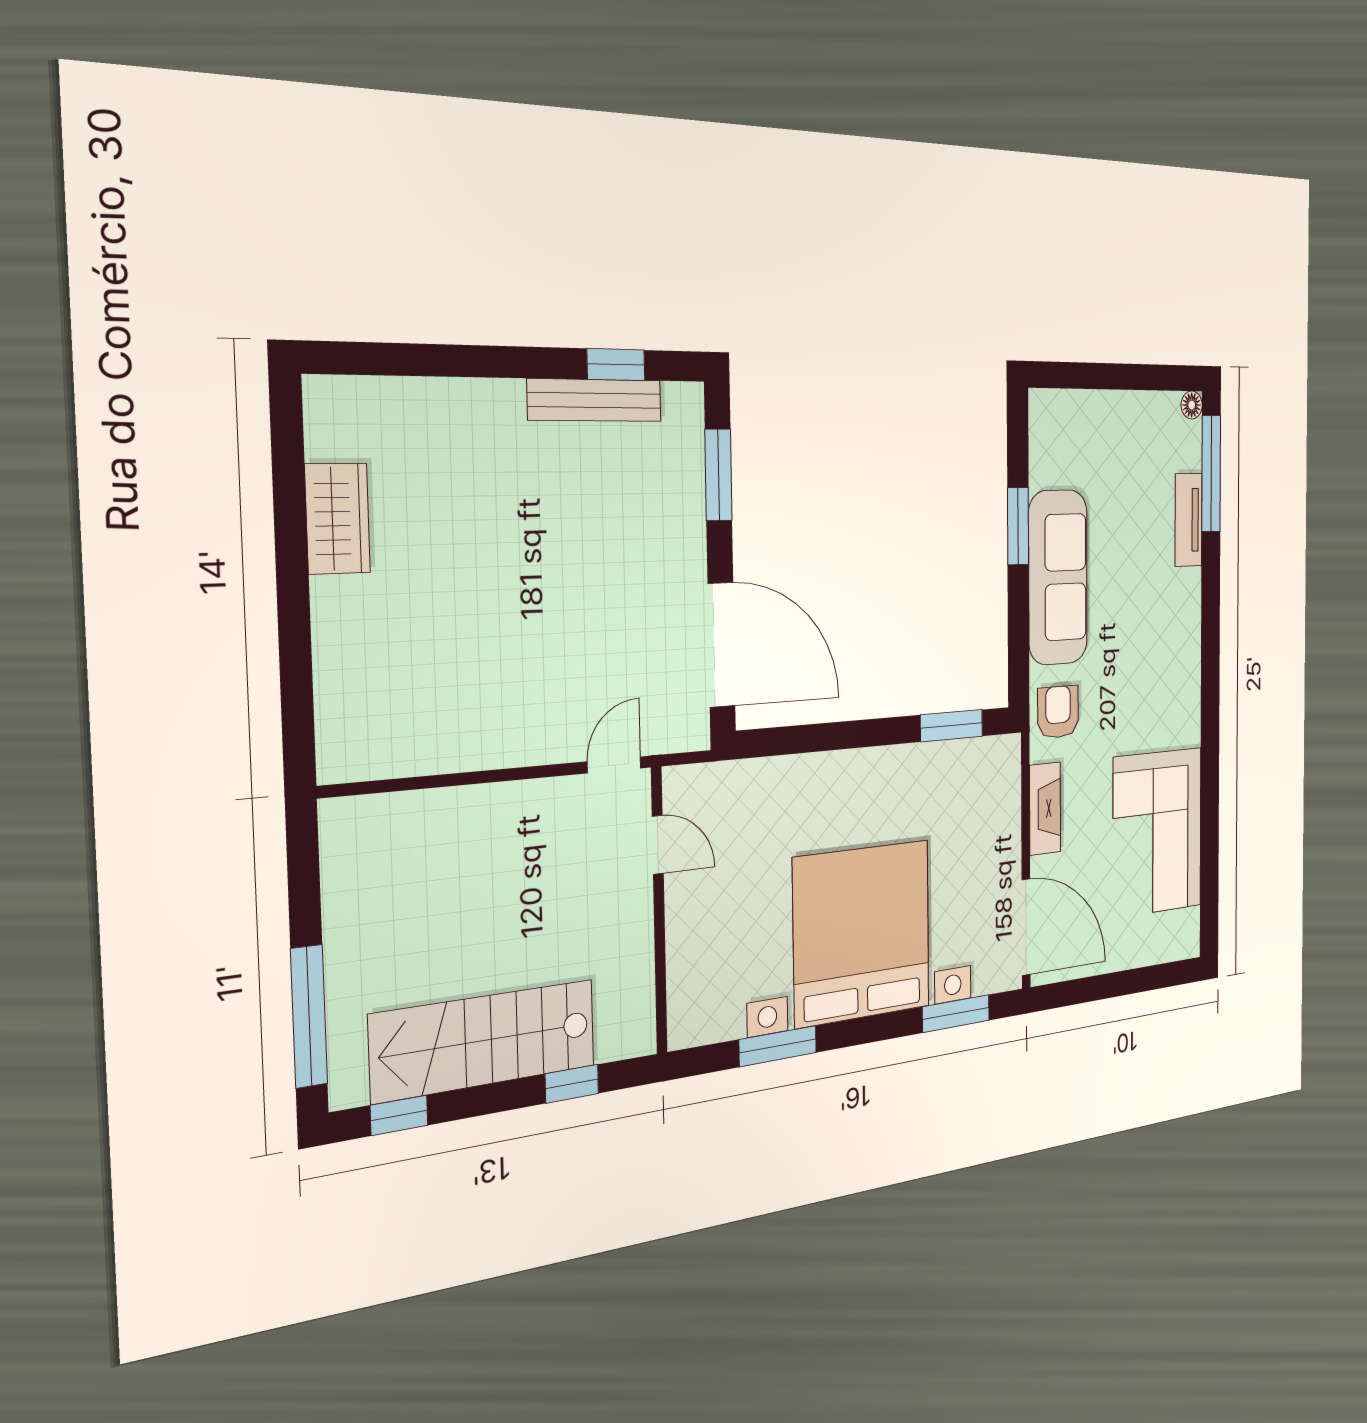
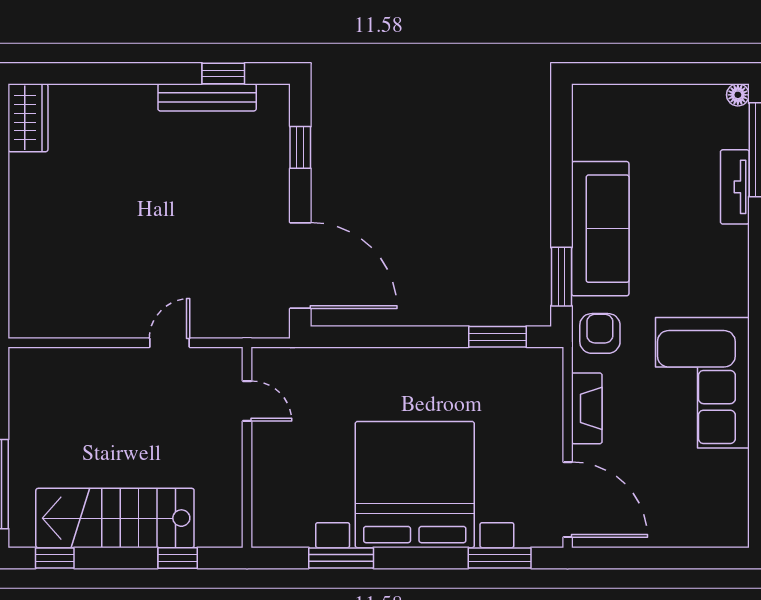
window: (718, 475) -> (300, 147), width x0.67
wardrobe: (338, 519) -> (28, 118), moved
window: (1018, 526) -> (561, 277), moved
door: (614, 765) -> (170, 343), moved
corner sofa: (1157, 832) -> (702, 383), moved

